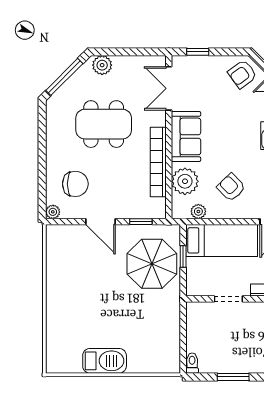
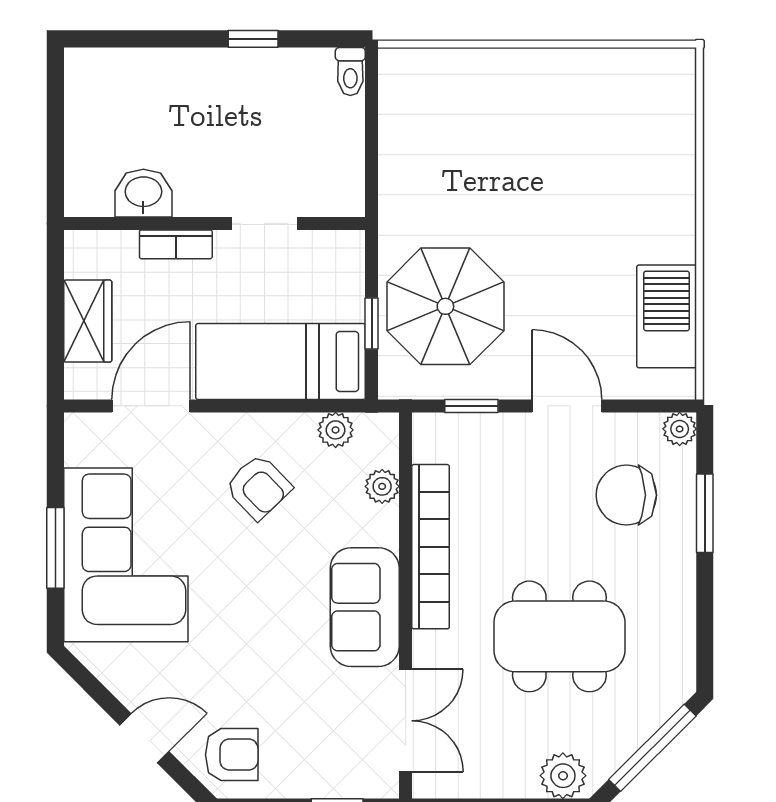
armchair: (242, 74) -> (232, 755), turned 36
window: (42, 176) -> (705, 513), added
plant: (185, 181) -> (382, 486), width x0.53, depth x0.53
barbecue: (105, 361) -> (667, 316), moved, turned 90
window: (233, 377) -> (253, 39), width x0.67

